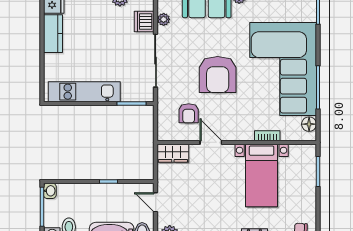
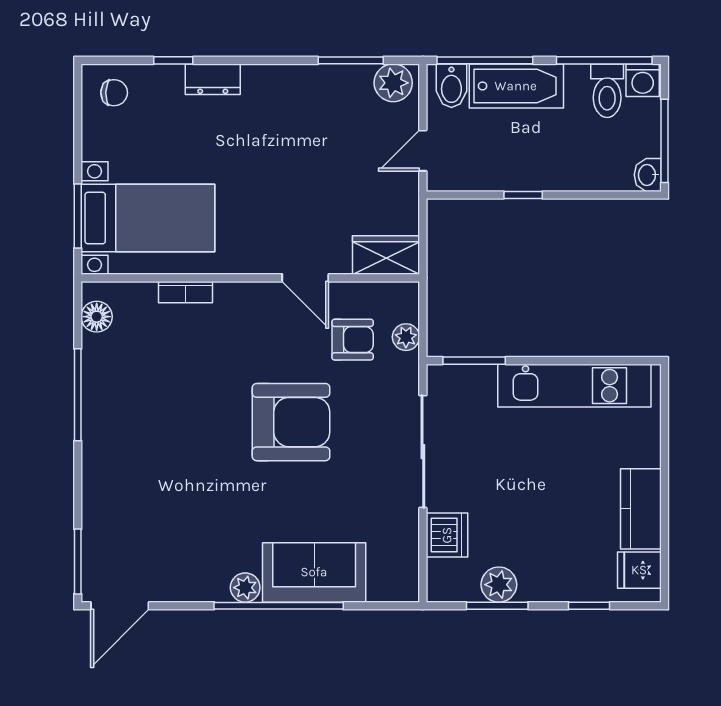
plant: (164, 19) -> (406, 337), moved
corner sofa: (283, 69) -> (152, 434), removed
armchair: (218, 75) -> (291, 422), turned 90
armchair: (189, 113) -> (353, 340), turned 90
bed with nightstands: (262, 175) -> (148, 218), moved, turned 90
door: (156, 202) -> (423, 151), swing flipped

